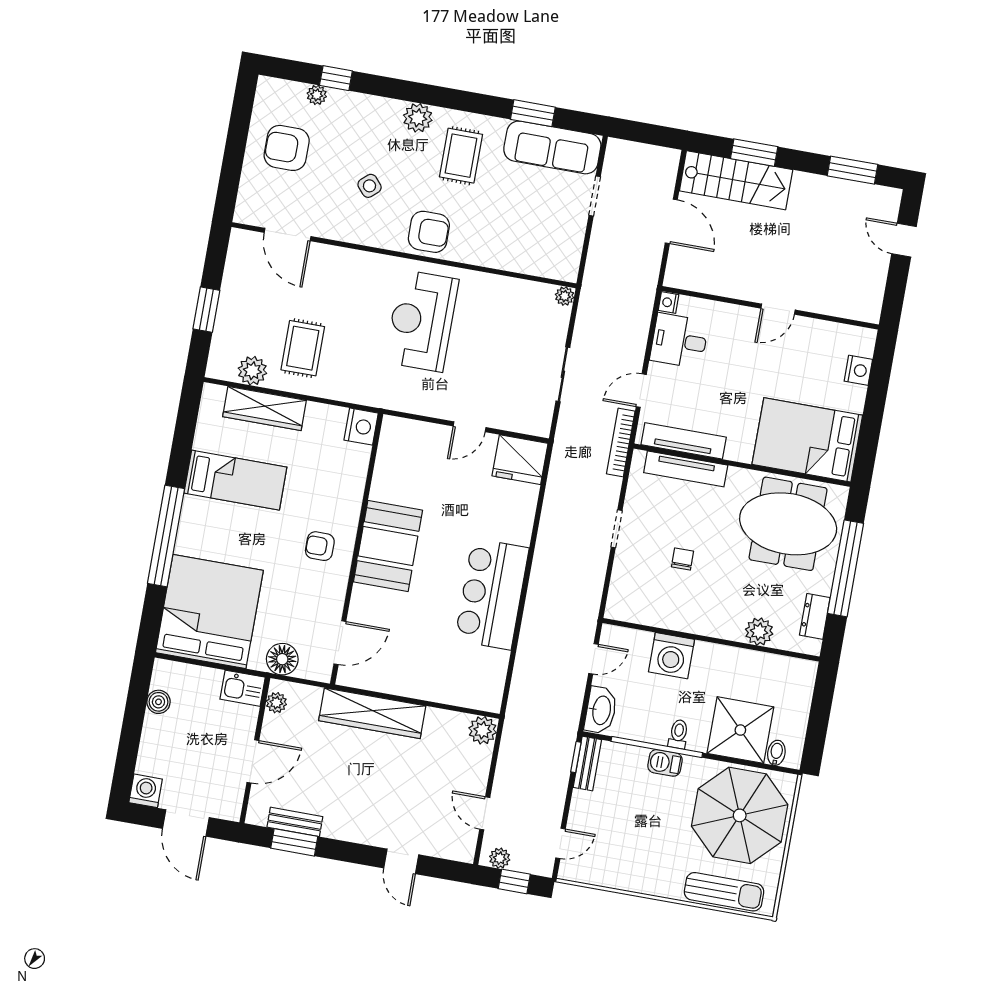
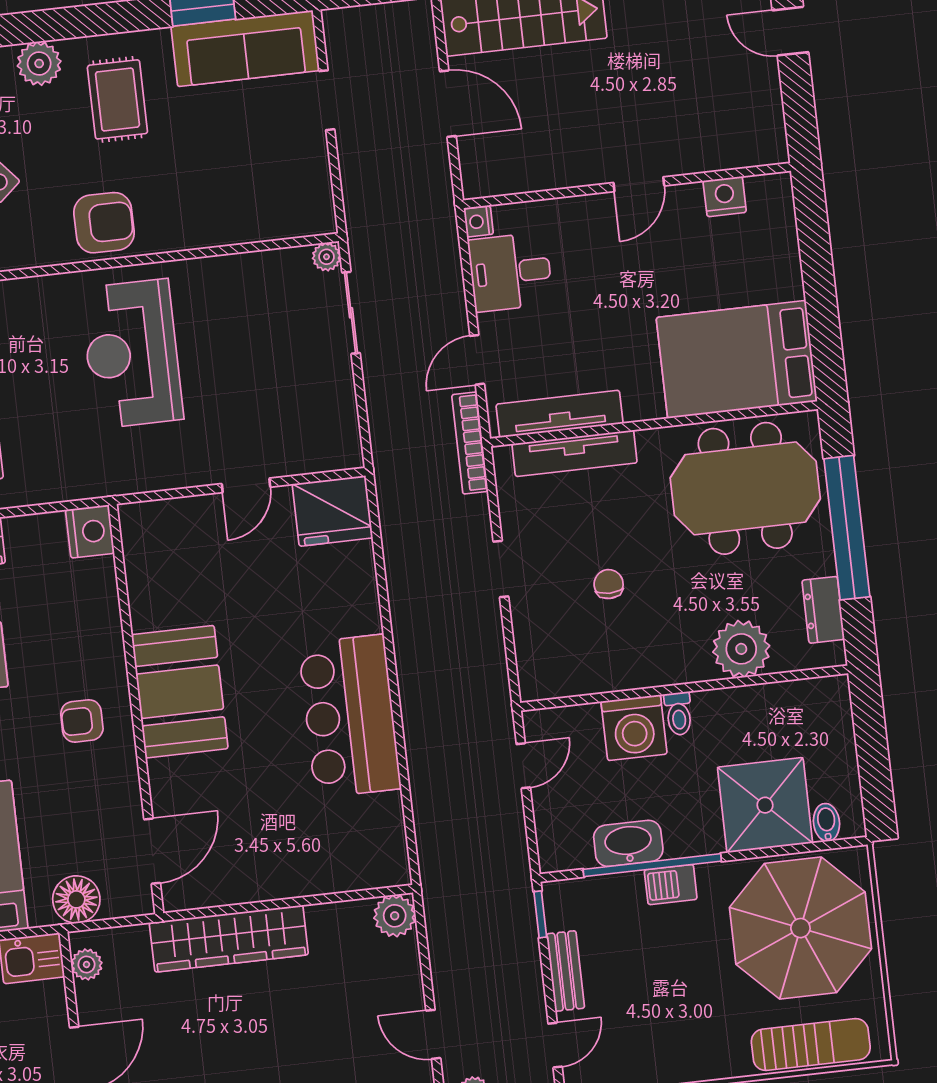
nightstand: (858, 370) -> (725, 196), moved, turned -90
sliding door: (563, 374) -> (351, 313), moved
plant: (759, 632) -> (741, 649), width x1.36, depth x1.36
washbasin: (601, 710) -> (628, 843), moved, turned -90
toilet: (678, 734) -> (679, 714), moved, turned 180
bench: (587, 764) -> (565, 971), moved

